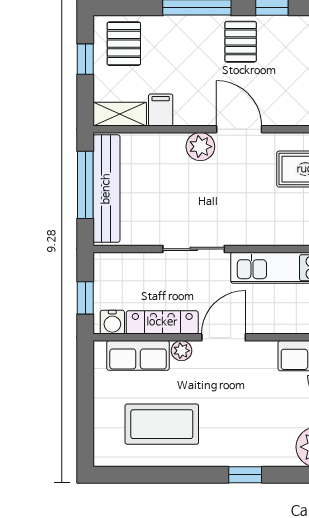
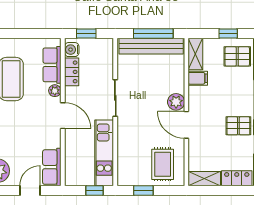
door: (239, 129) -> (186, 125), swing flipped
locker: (162, 322) -> (72, 72), width x0.66

